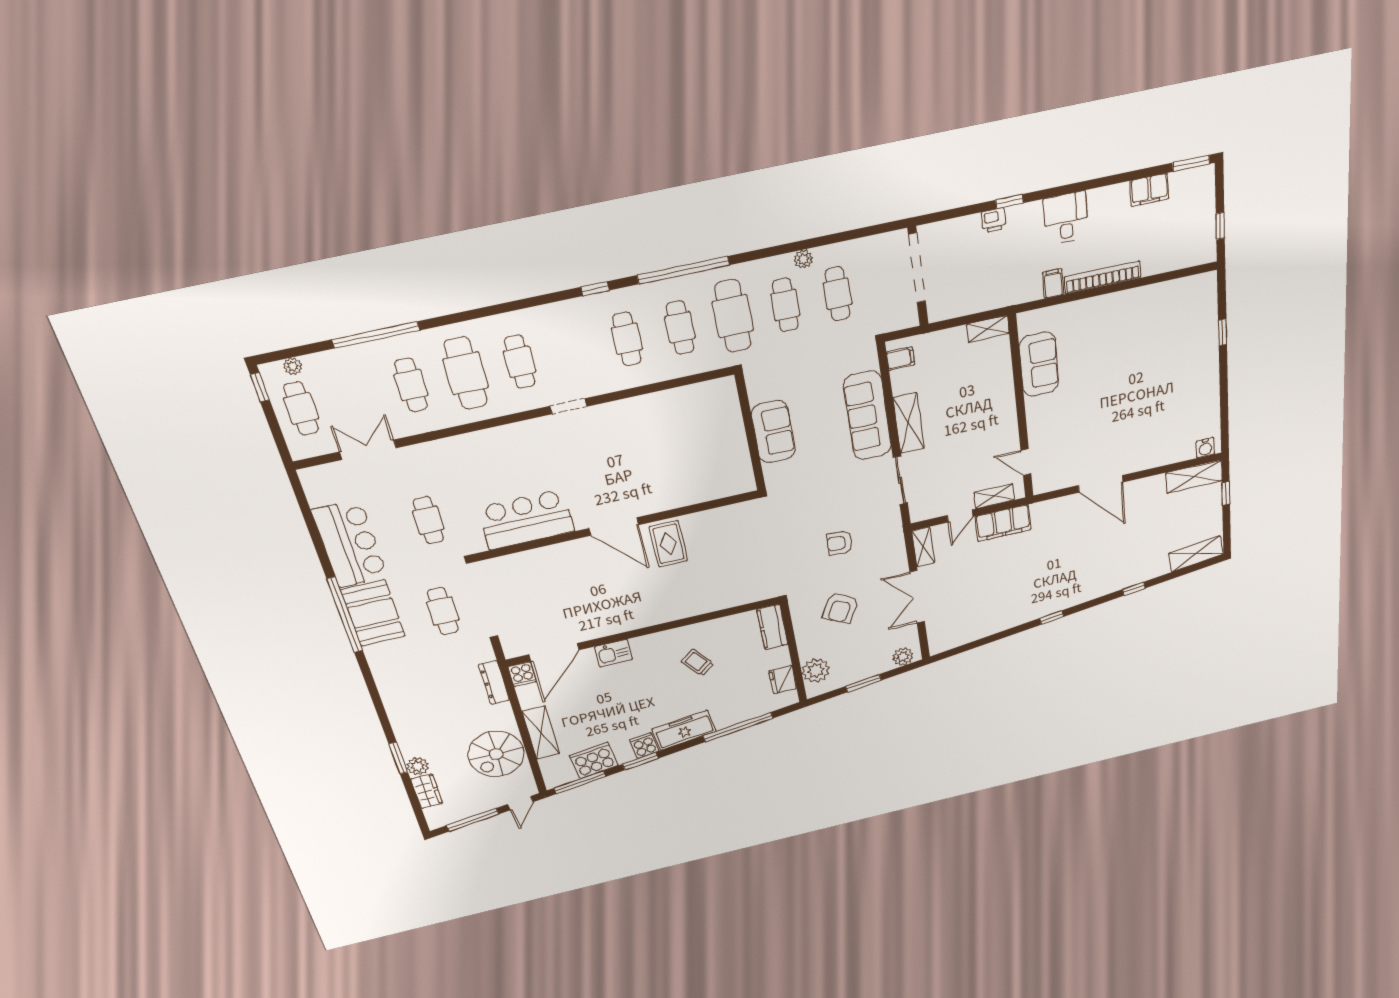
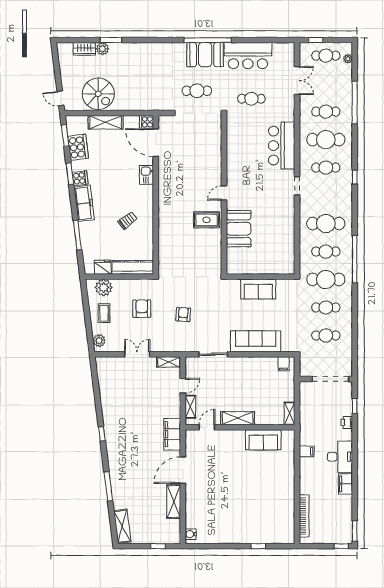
filing cabinet: (1149, 190) -> (345, 484), moved
window: (1009, 201) -> (355, 406), moved
desk: (1066, 218) -> (340, 457), width x1.37
window: (1220, 226) -> (341, 546), moved
plant: (803, 259) -> (347, 321), removed
bookcase: (1103, 277) -> (304, 516), moved
window: (595, 289) -> (355, 177), moved
cafe table: (627, 339) -> (326, 224), width x1.37, depth x1.35
window: (260, 387) -> (316, 40), moved
shelving: (909, 423) -> (238, 418), moved
shelving: (1194, 477) -> (174, 501), moved
booth: (672, 489) -> (239, 229), added
door: (960, 516) -> (183, 386), swing flipped
bar counter: (526, 520) -> (282, 146), moved, turned 180
filing cabinet: (1003, 523) -> (172, 434), moved
door: (614, 527) -> (224, 193), width x0.53
window: (1134, 589) -> (108, 486), width x2.17
double door: (917, 597) -> (137, 354), width x0.73
armchair: (841, 608) -> (142, 309), turned 62
kitchen counter: (772, 627) -> (133, 267), width x1.50
coffee table: (857, 660) -> (104, 313), added
dresser: (494, 683) -> (145, 105), removed
window: (863, 683) -> (87, 314), removed
window: (738, 727) -> (77, 235), width x0.68
spiral stairs: (496, 754) -> (98, 94), turned 180
window: (580, 782) -> (65, 136), width x0.69
window: (473, 820) -> (57, 68), removed

